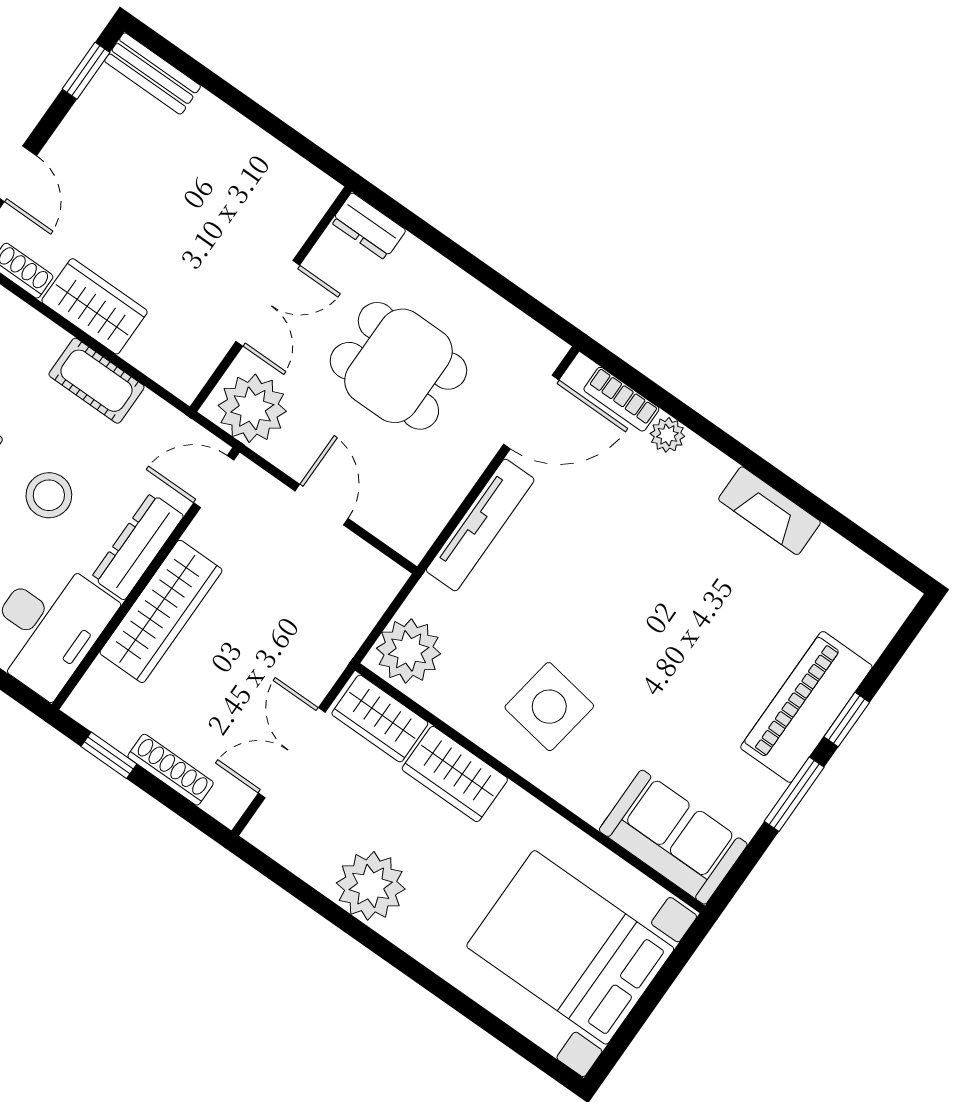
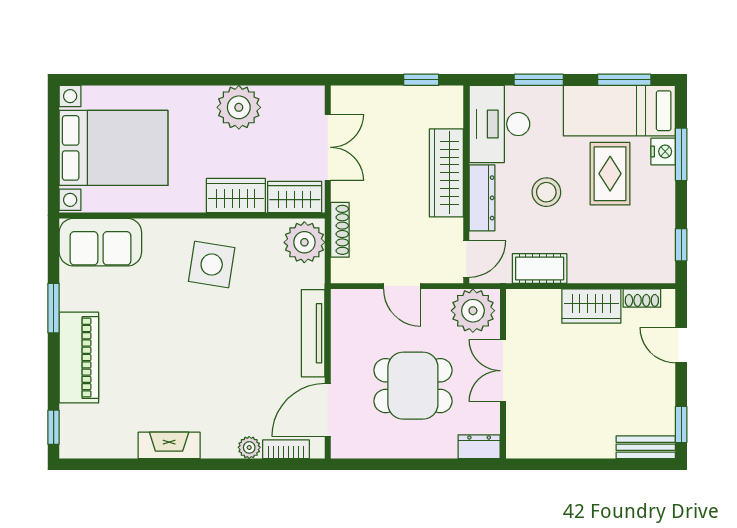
cot: (96, 381) -> (540, 268), moved
window: (847, 720) -> (54, 427), moved
shoe rack: (171, 770) -> (340, 230), moved, turned -90

